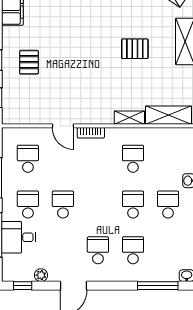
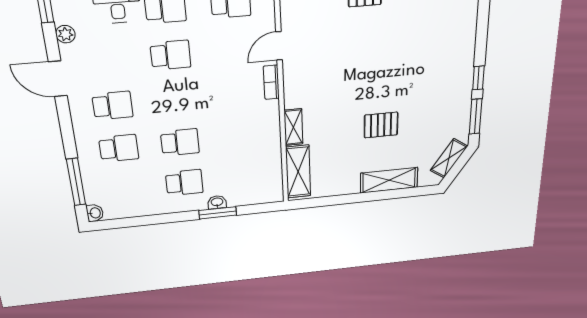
pallet: (135, 49) -> (381, 125), turned 90
school desk: (133, 159) -> (240, 136), removed

